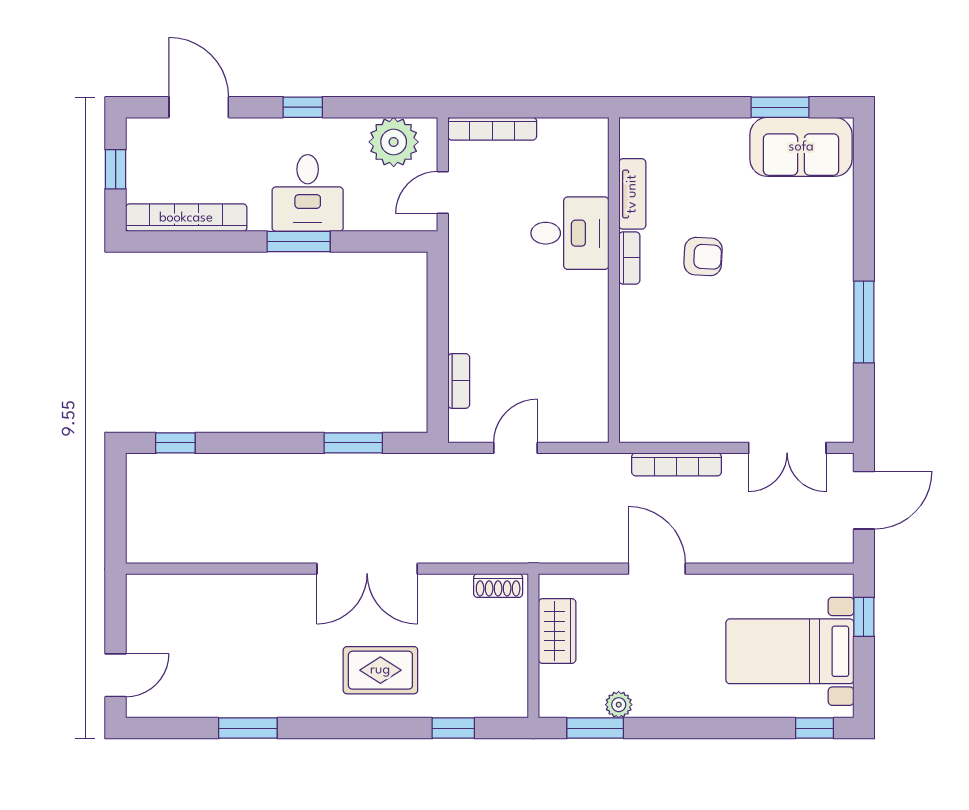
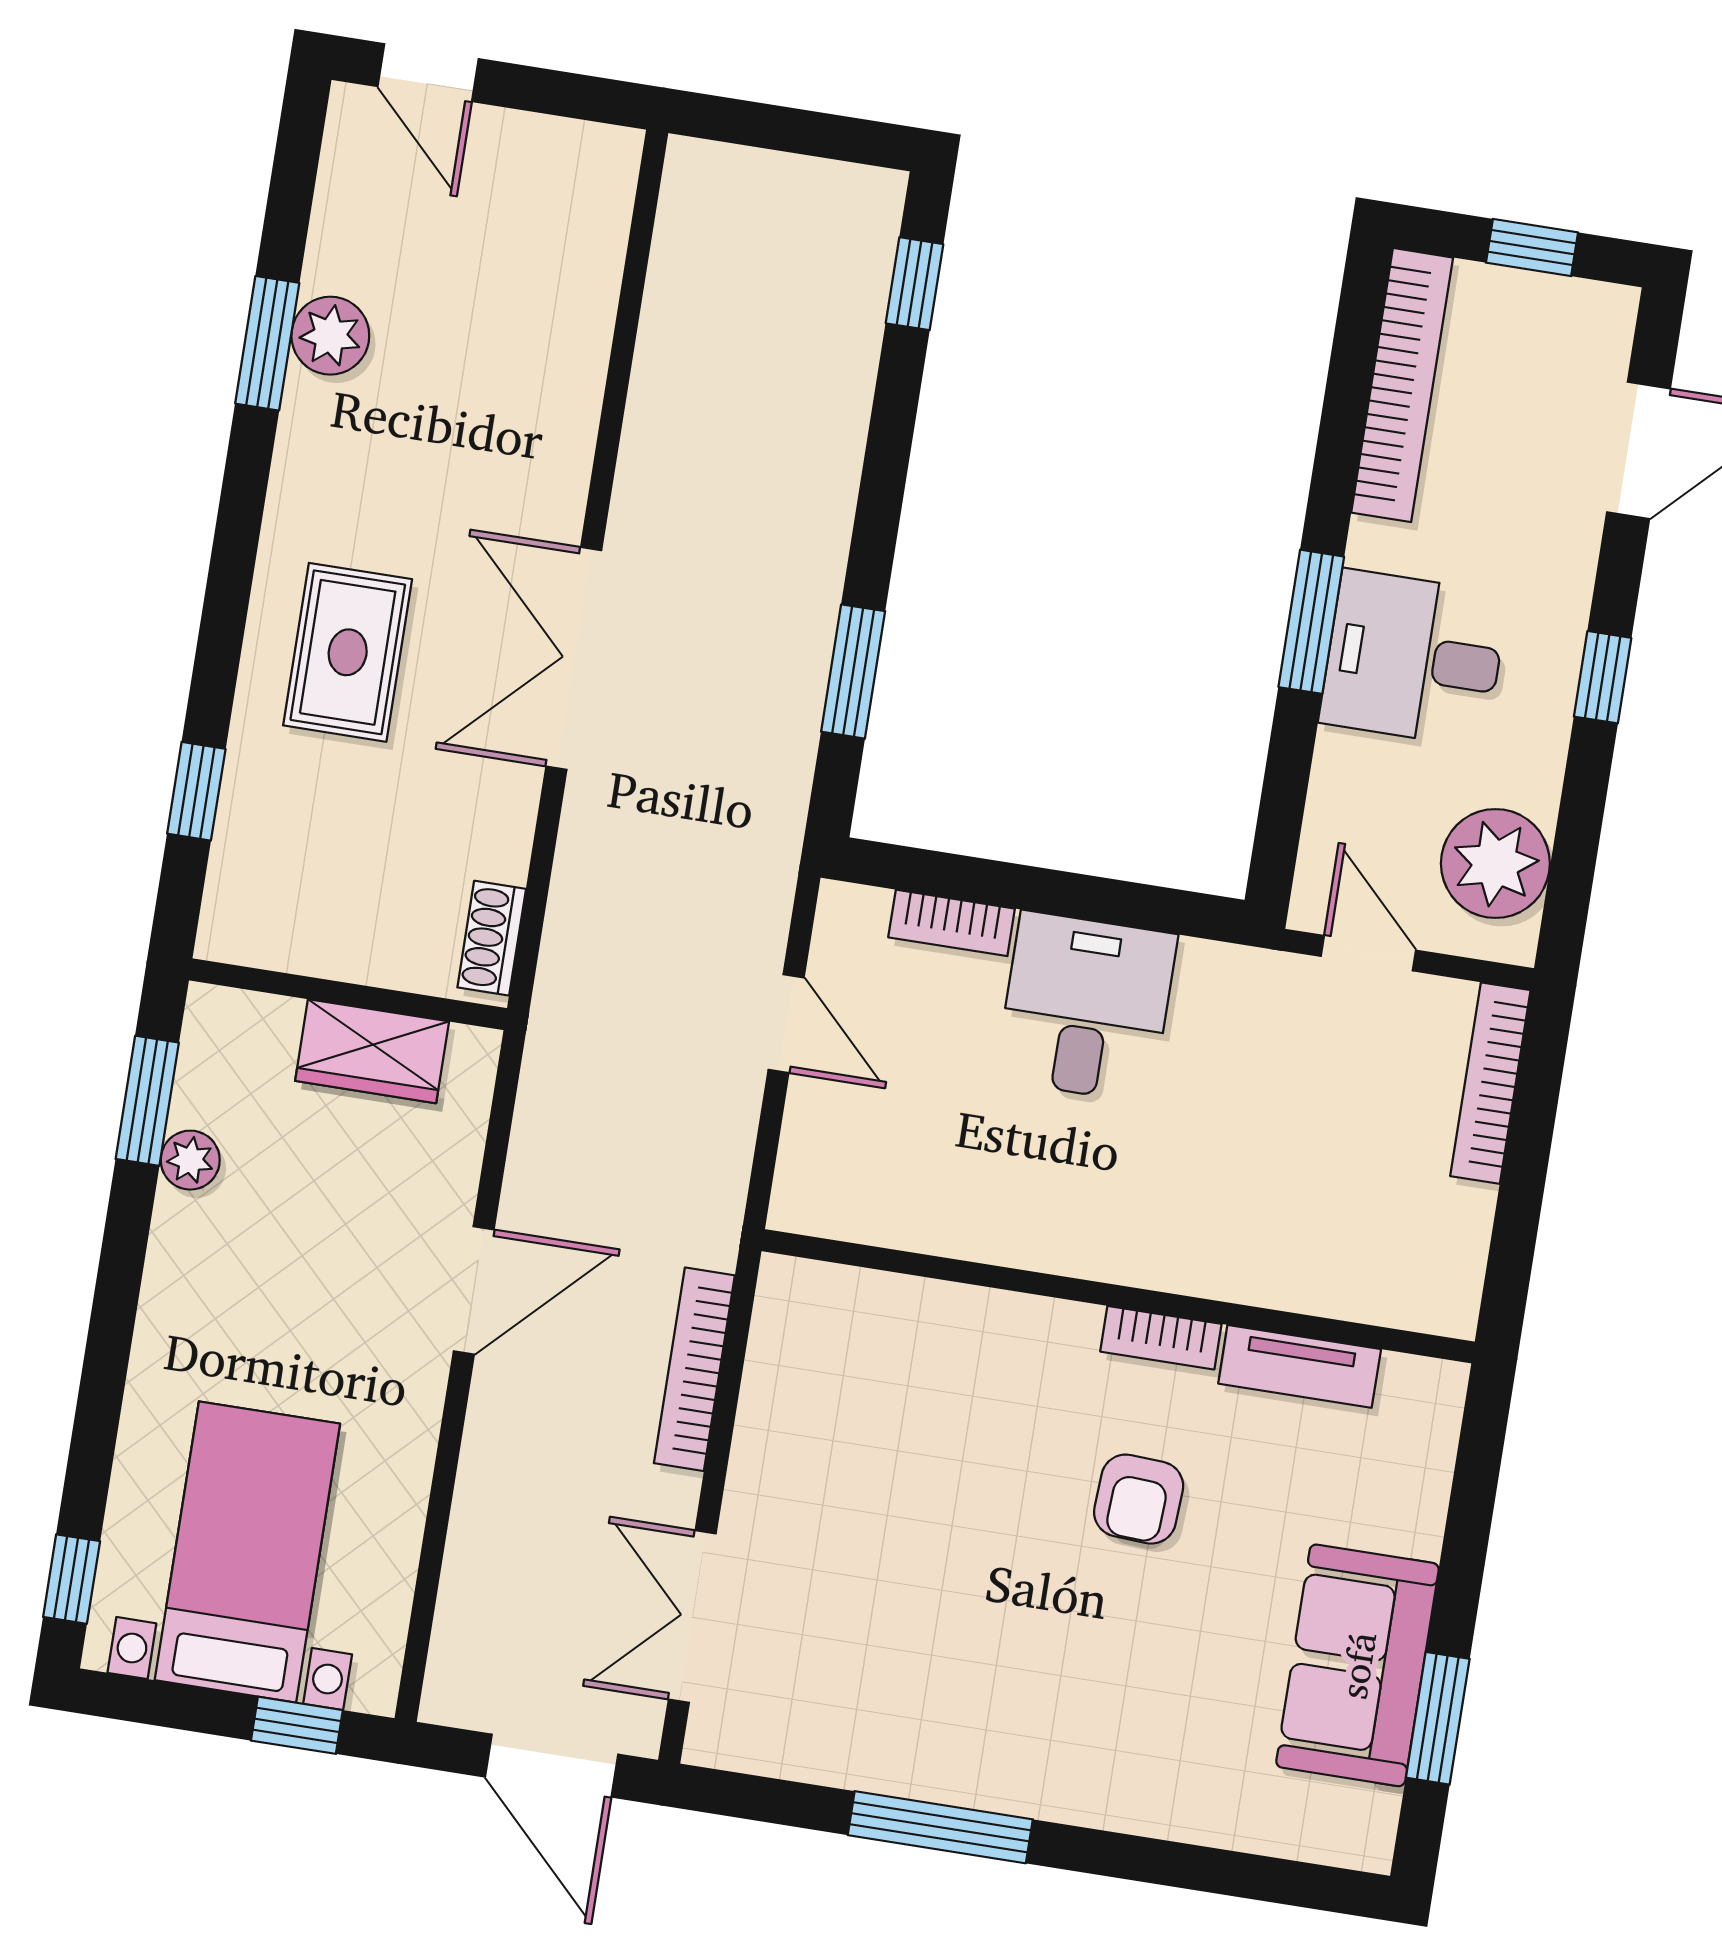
sofa: (801, 147) -> (1357, 1665), moved
desk: (570, 233) -> (1086, 1007), moved, turned 180
plant: (240, 700) -> (330, 336), added

